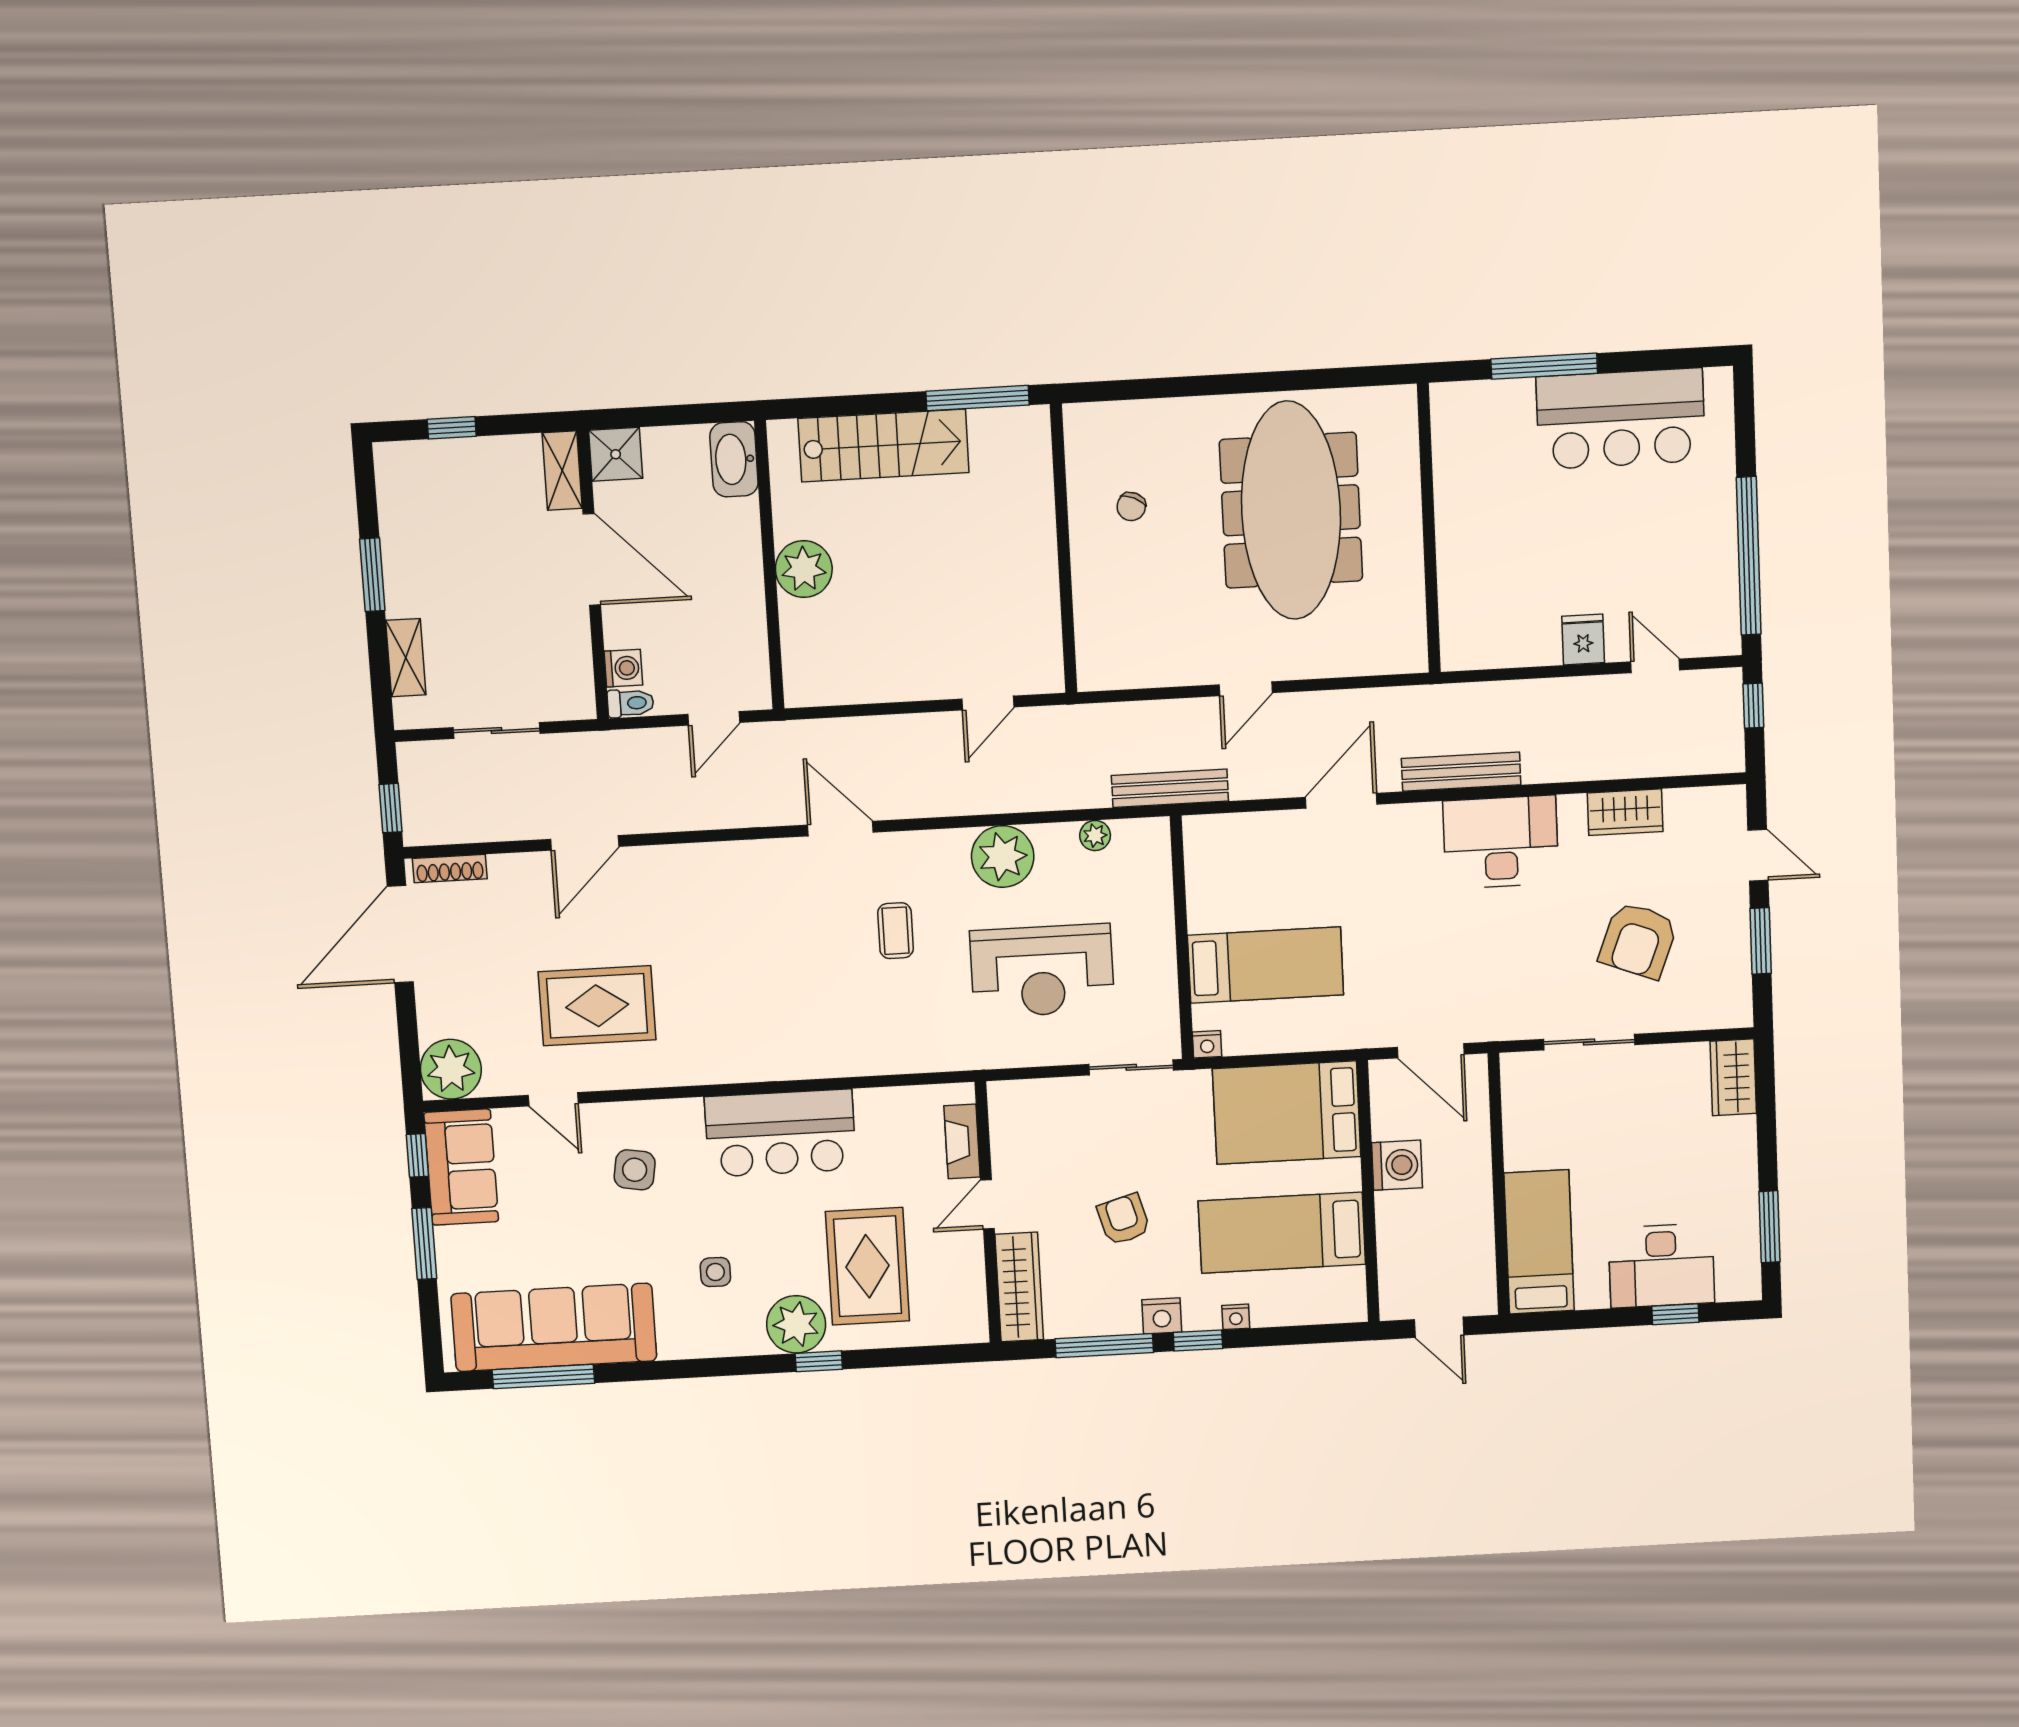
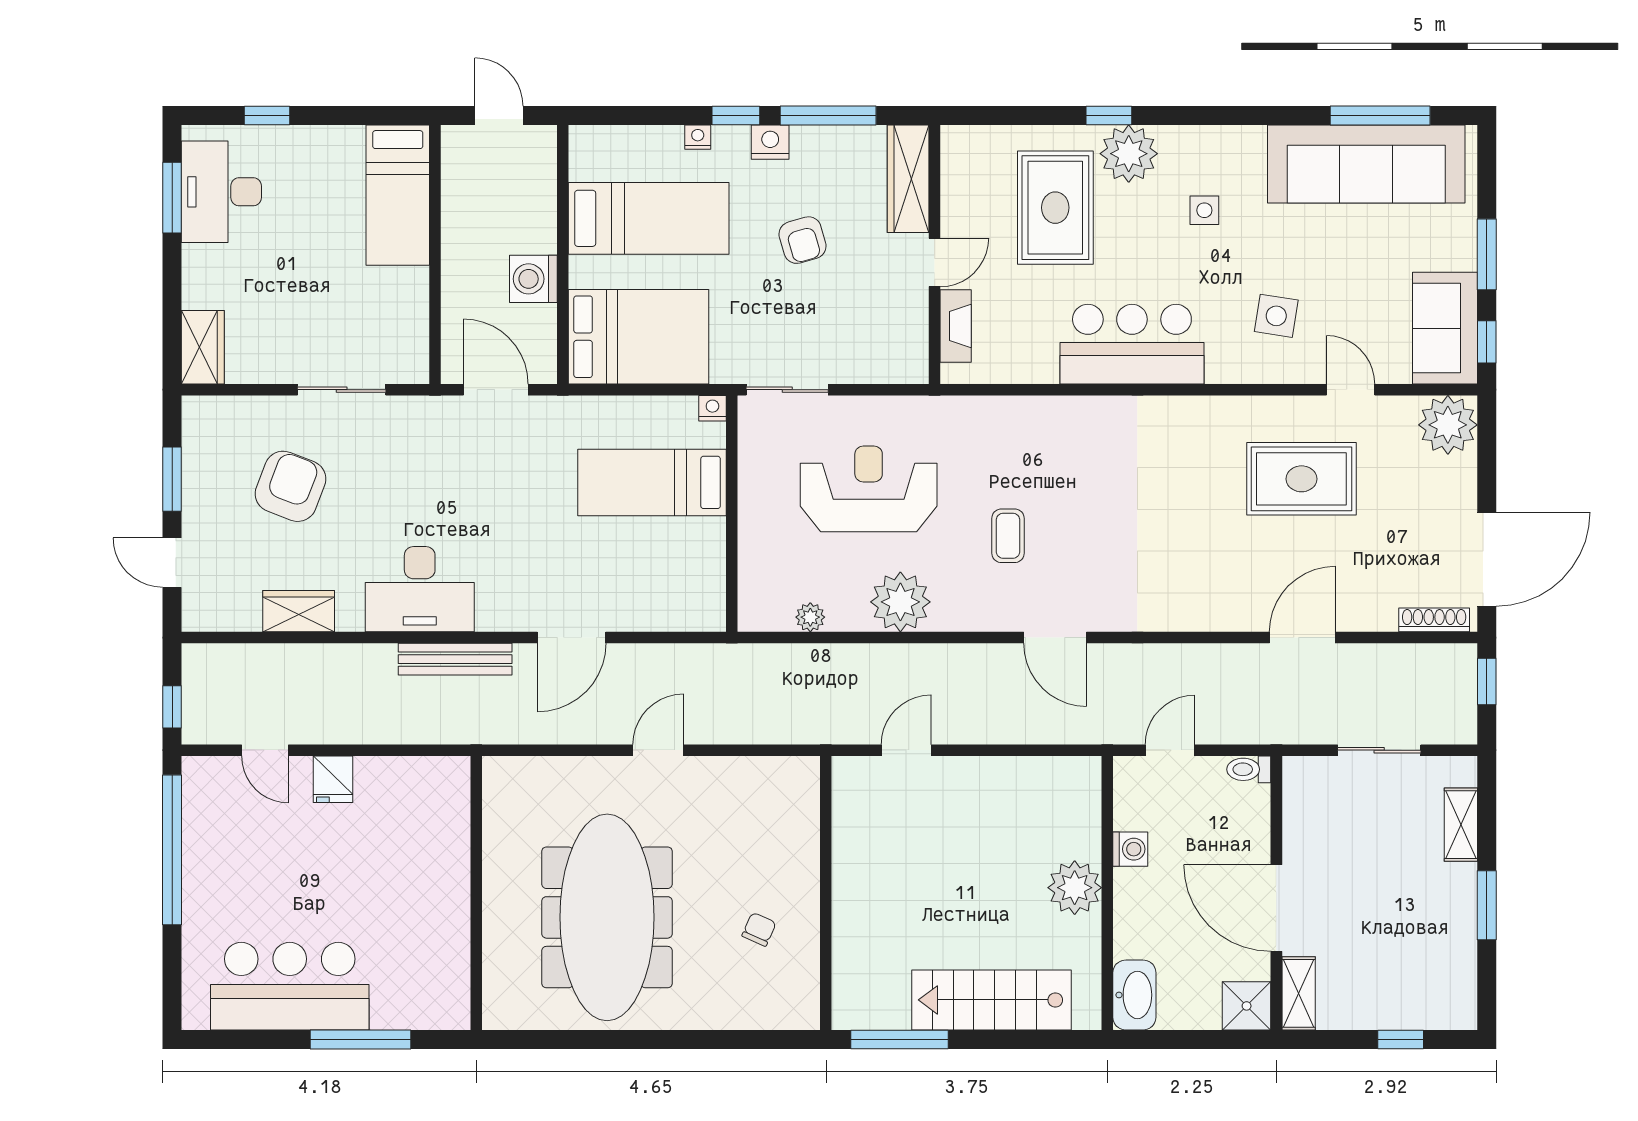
washing machine: (623, 668) -> (1130, 849), moved, turned 180
bench: (1170, 788) -> (736, 659), removed
desk: (1662, 1266) -> (221, 192), moved, turned -90

